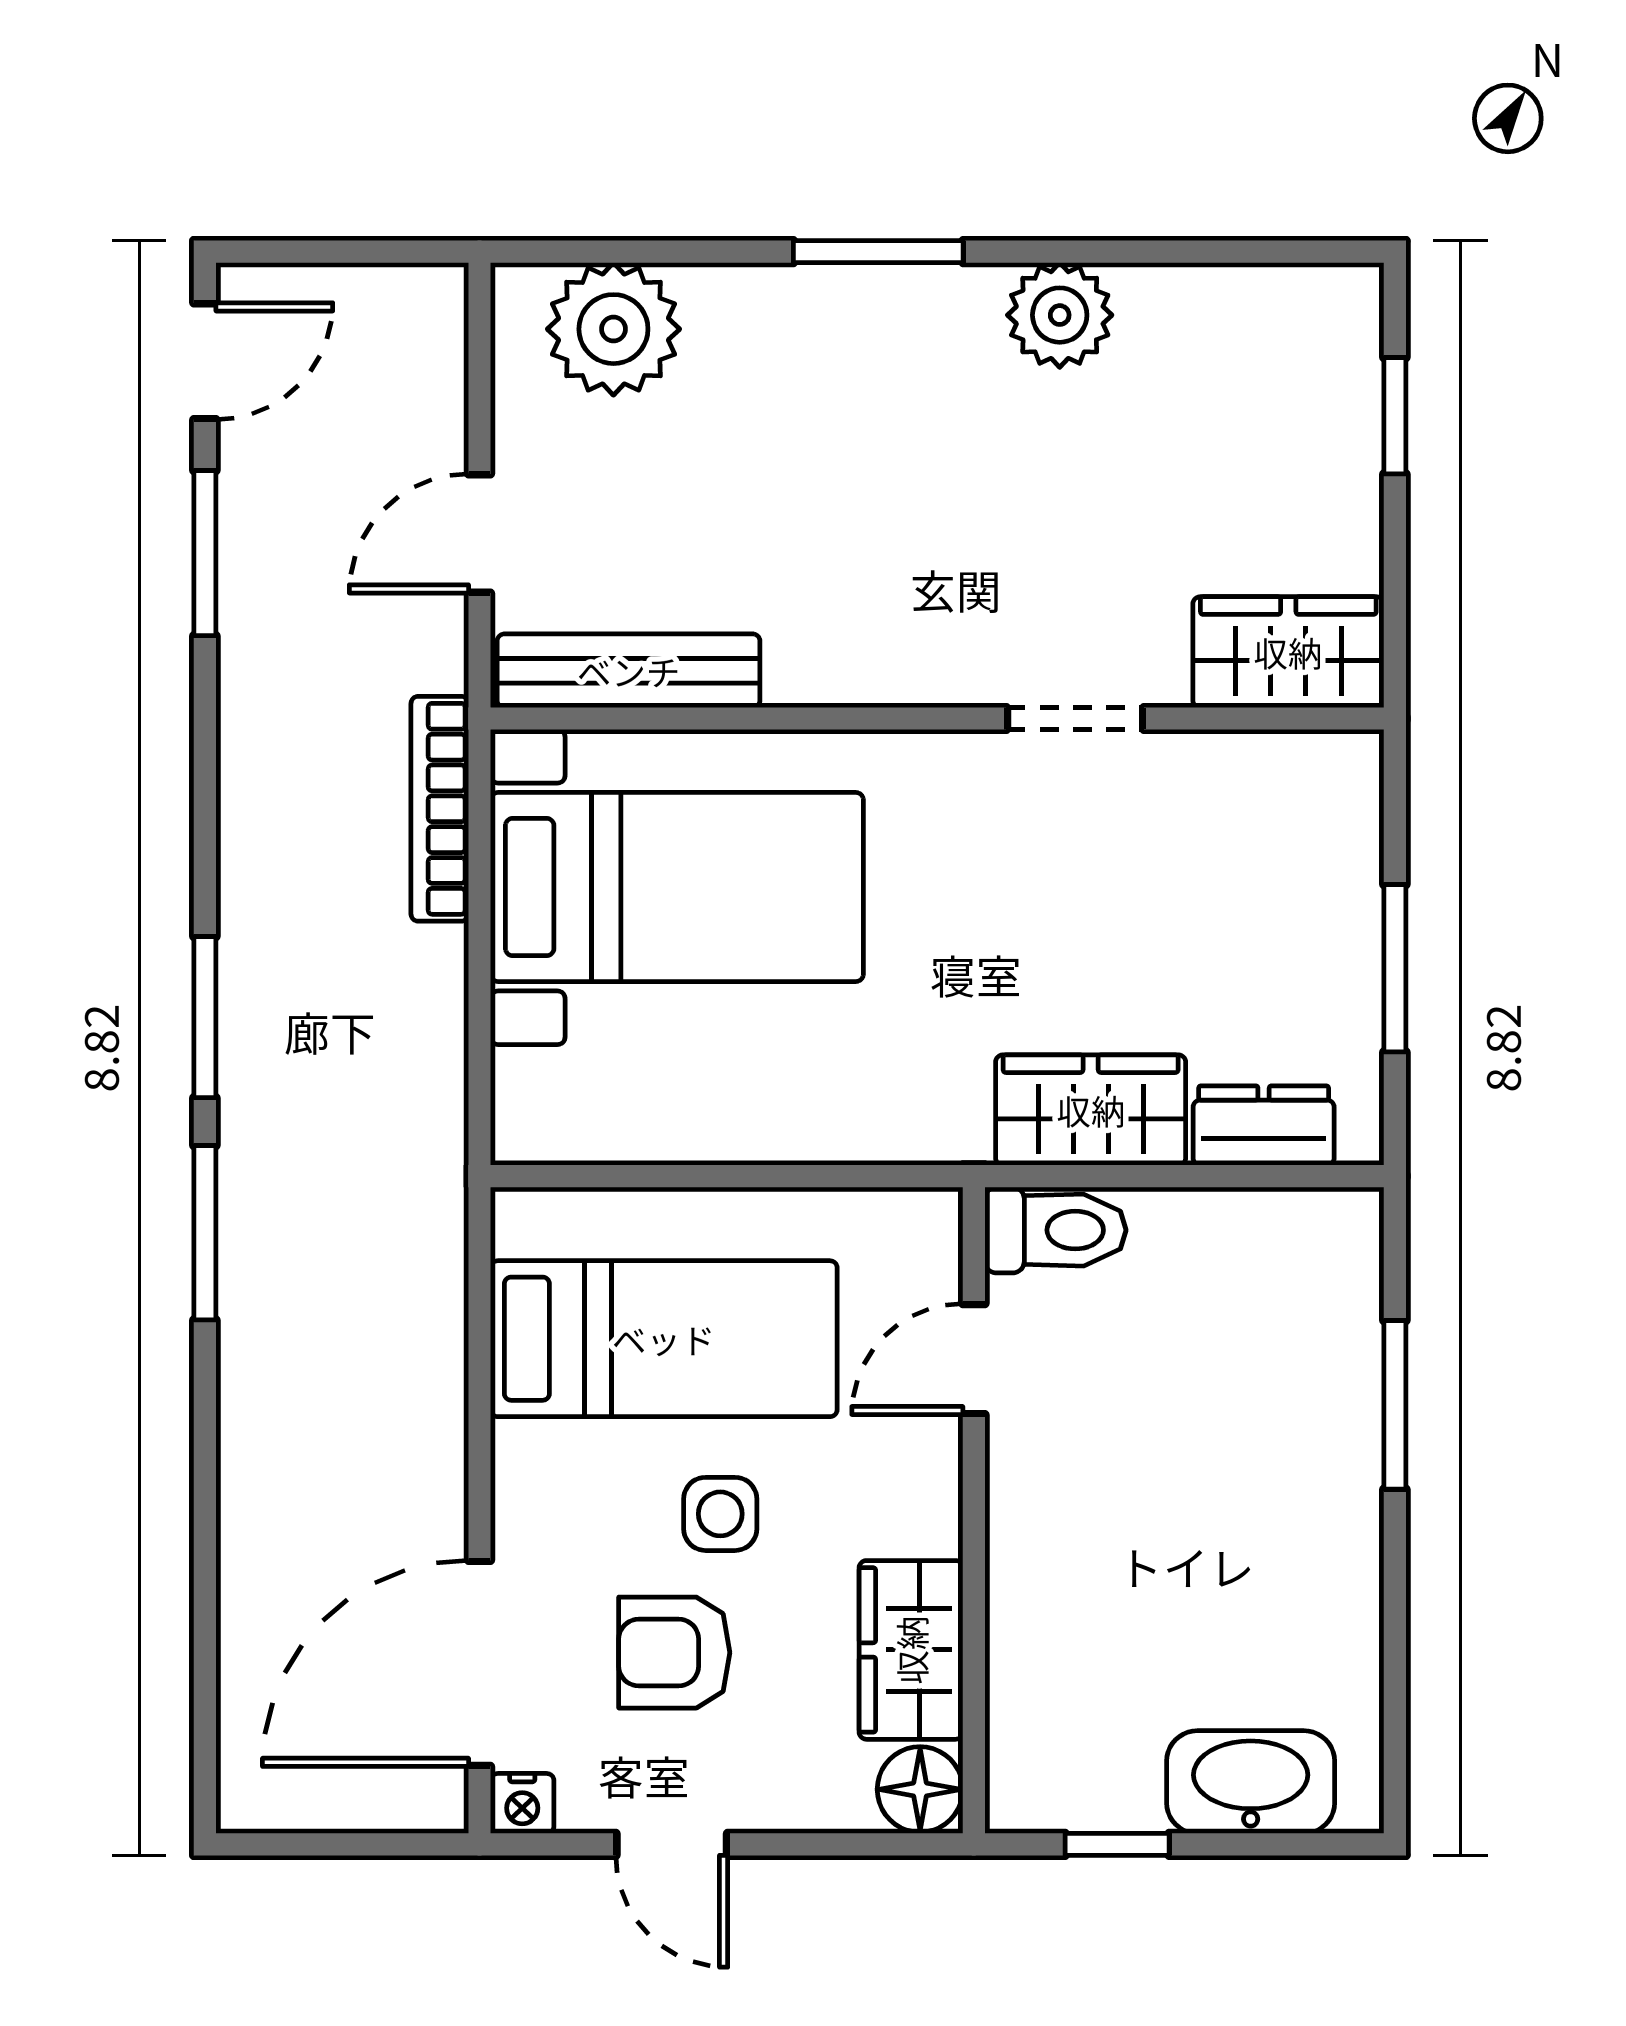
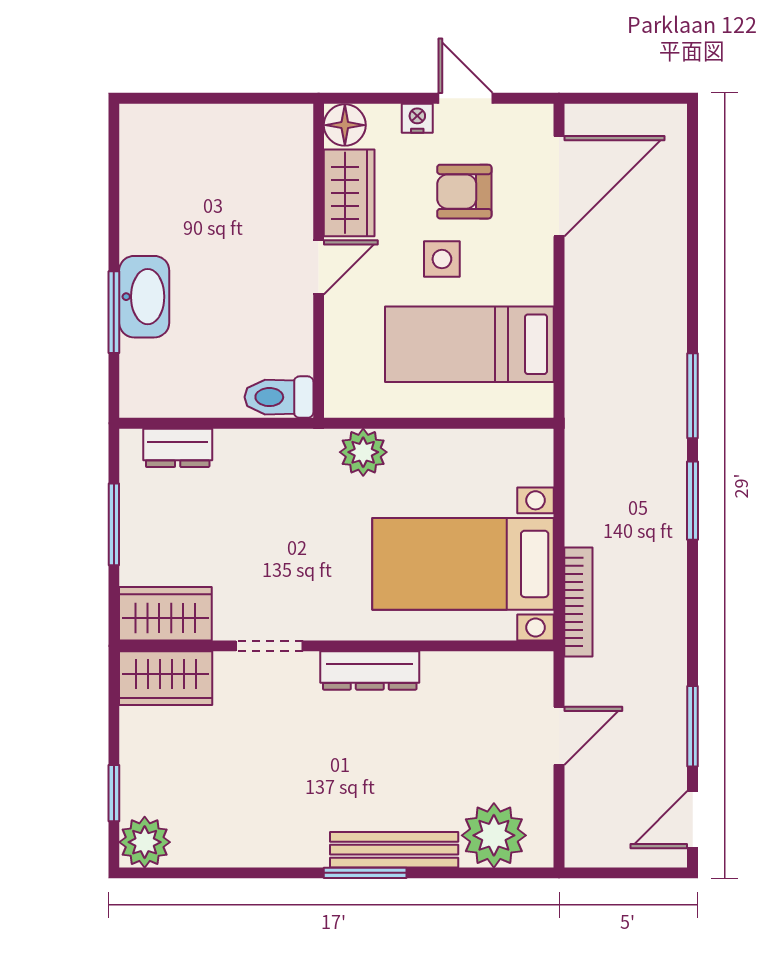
plant: (1060, 315) -> (145, 842), moved
dresser: (869, 668) -> (370, 670), added
bench: (629, 671) -> (394, 850), moved
wardrobe: (1091, 1110) -> (165, 614), moved, turned 180
plant: (882, 1117) -> (363, 452), added
door: (974, 1359) -> (319, 267), moved
armchair: (674, 1653) -> (464, 192), turned 180
washbasin: (1251, 1782) -> (144, 297), moved, turned -90
nightstand: (522, 1803) -> (417, 118), moved
window: (1117, 1844) -> (249, 98), removed

